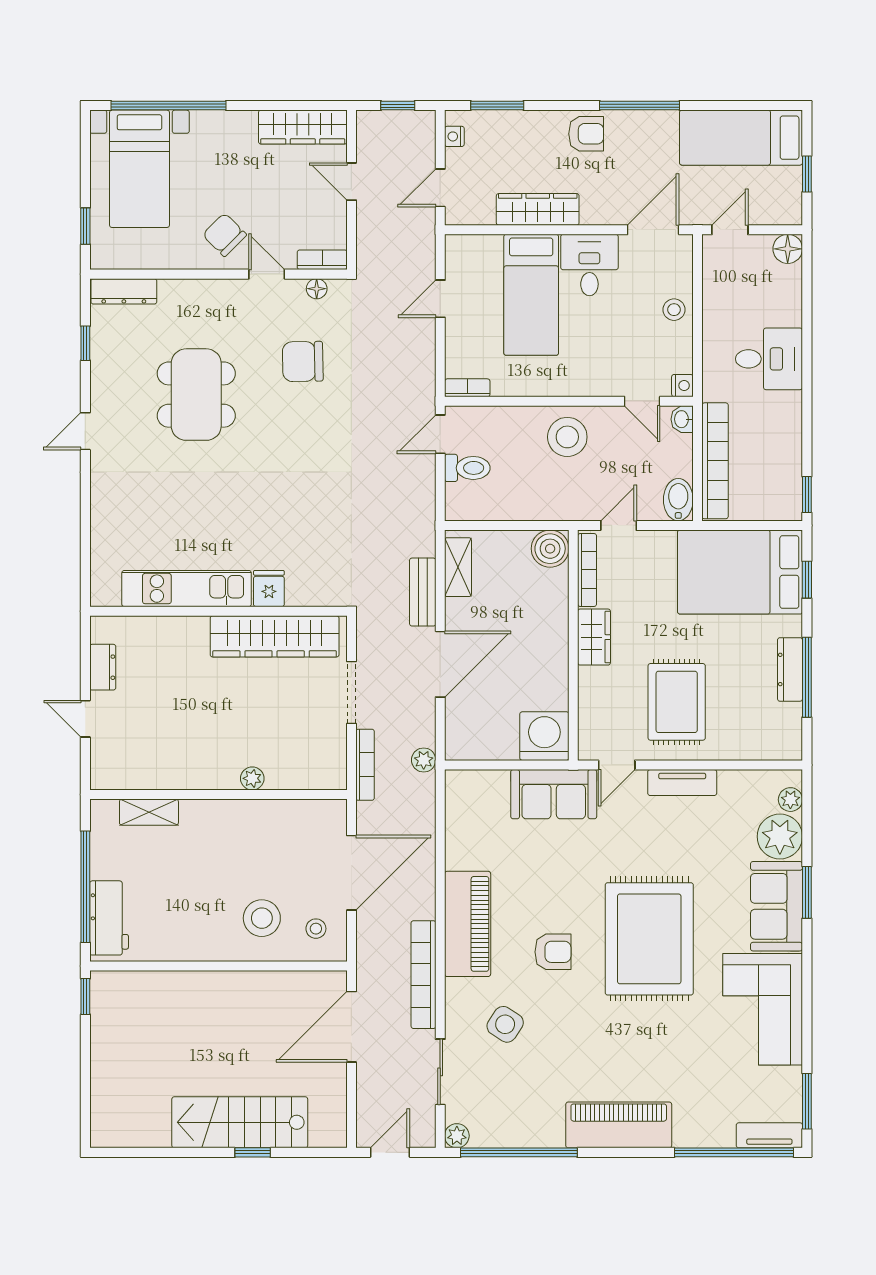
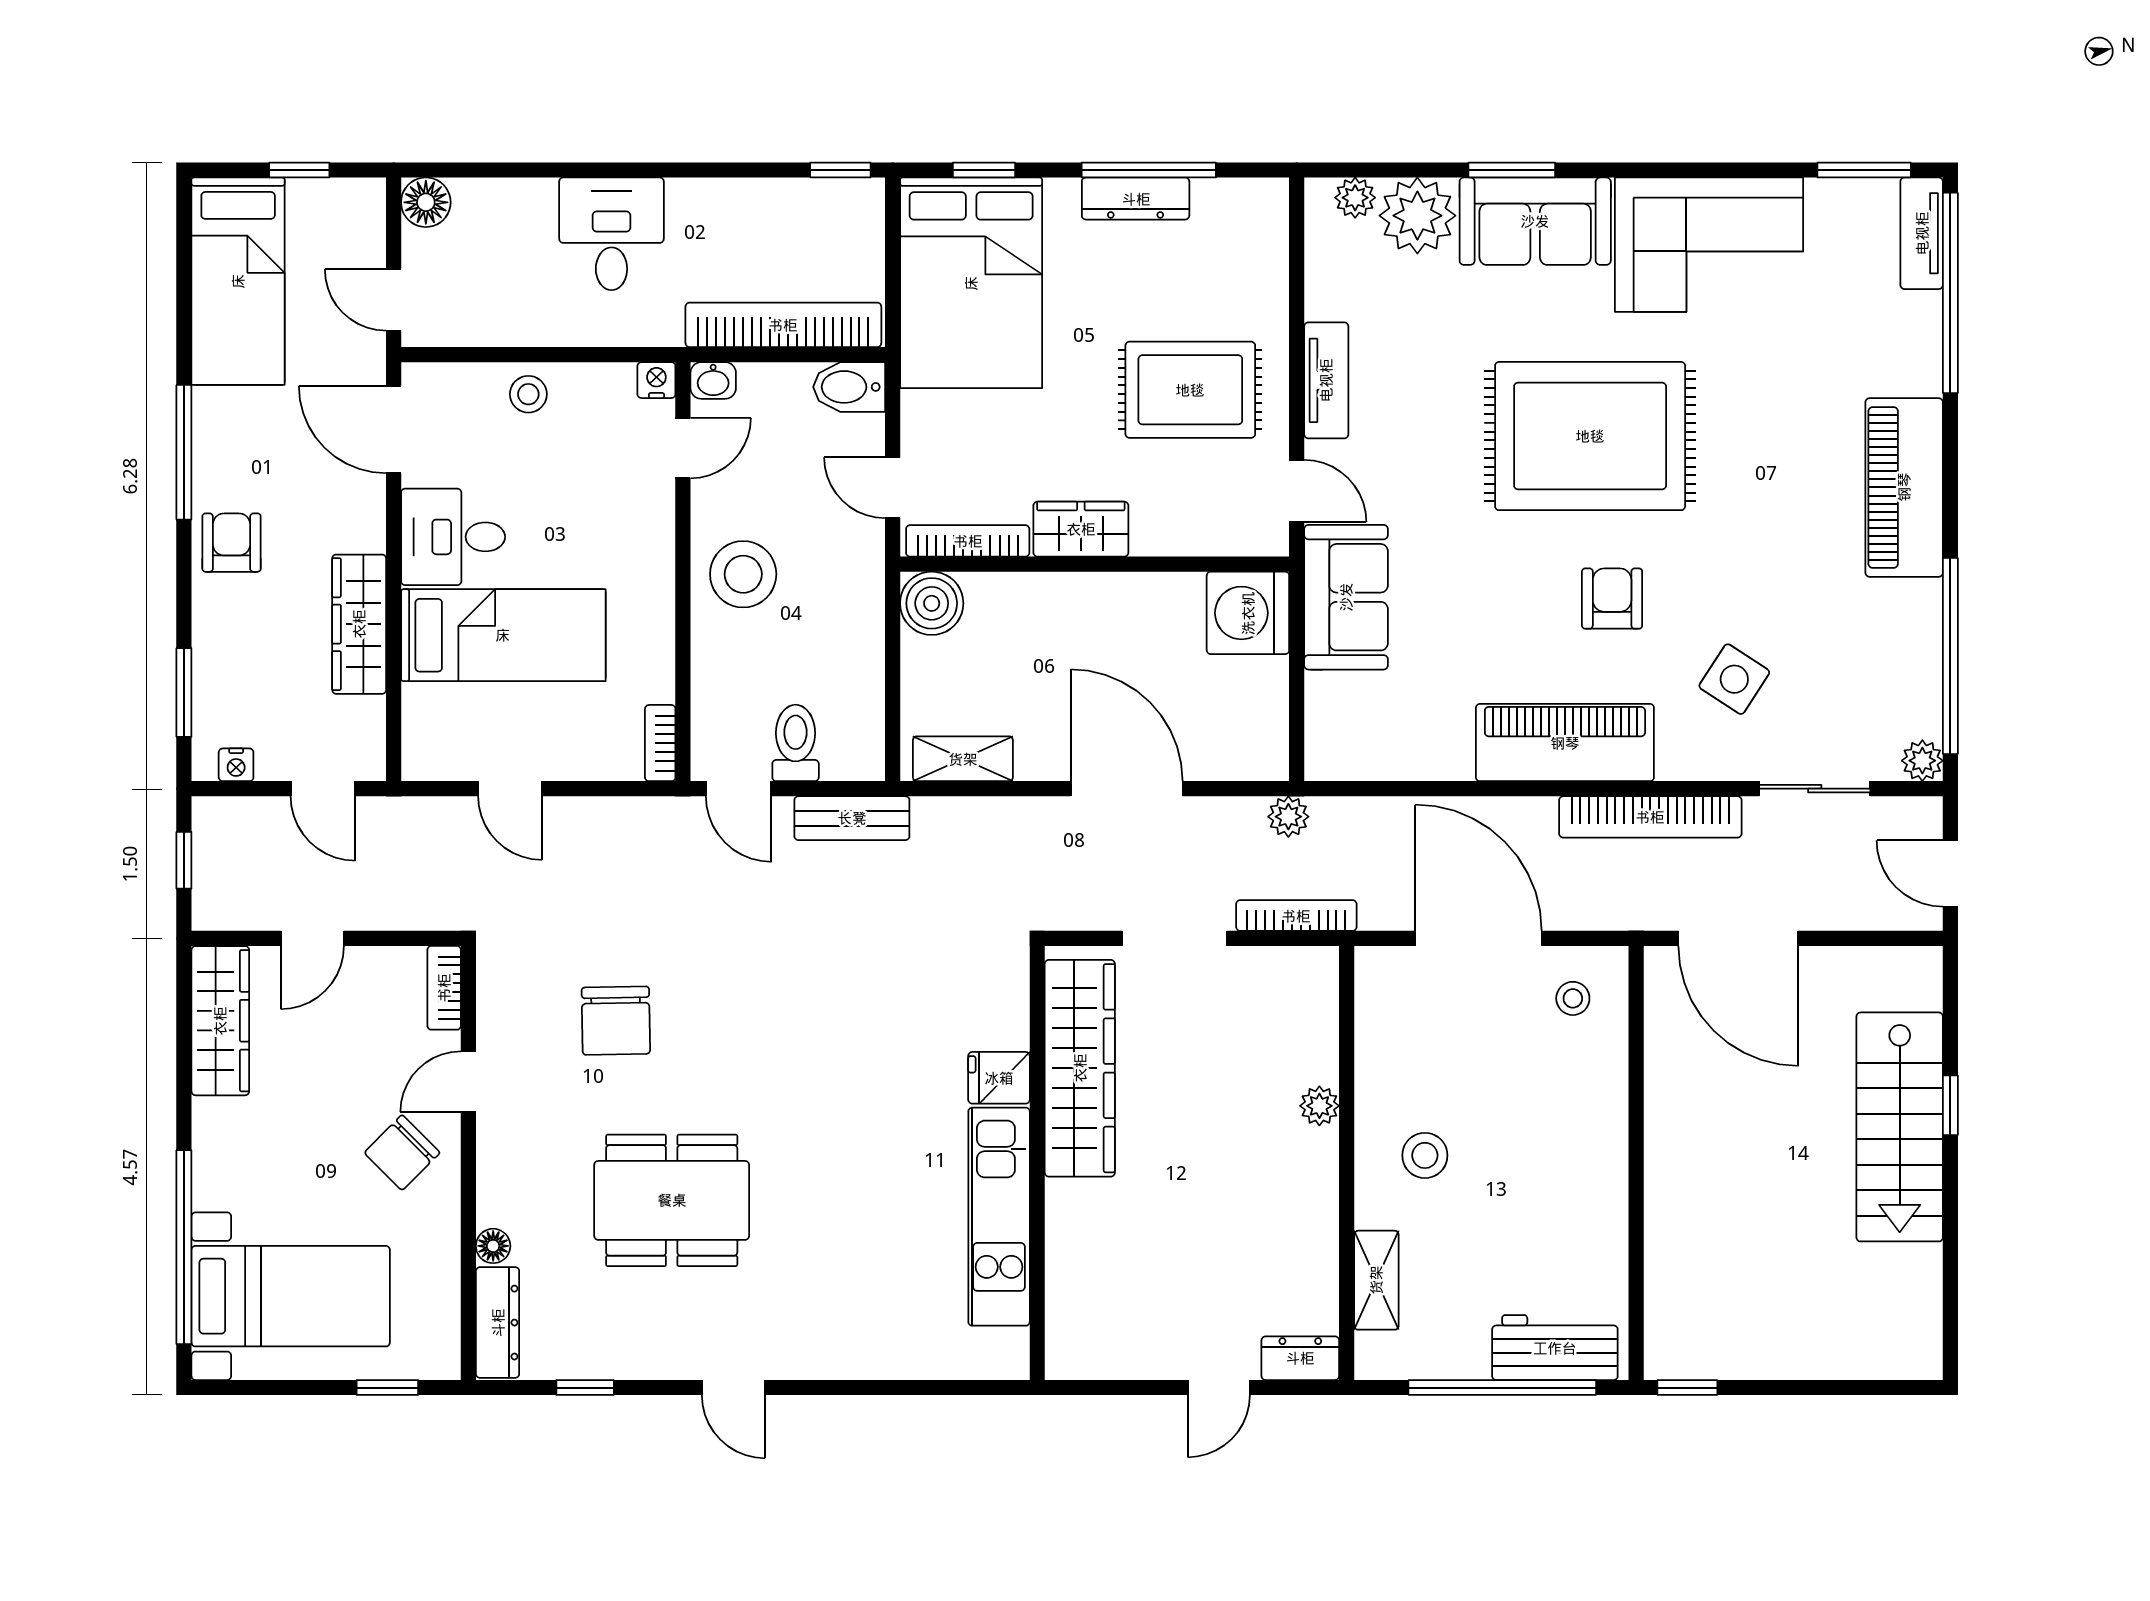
floor lamp: (317, 289) -> (493, 1246), moved
bench: (423, 592) -> (852, 818), moved
dresser: (103, 667) -> (1300, 1358), moved
stool: (262, 918) -> (1425, 1155), moved, width x0.73, depth x0.73

